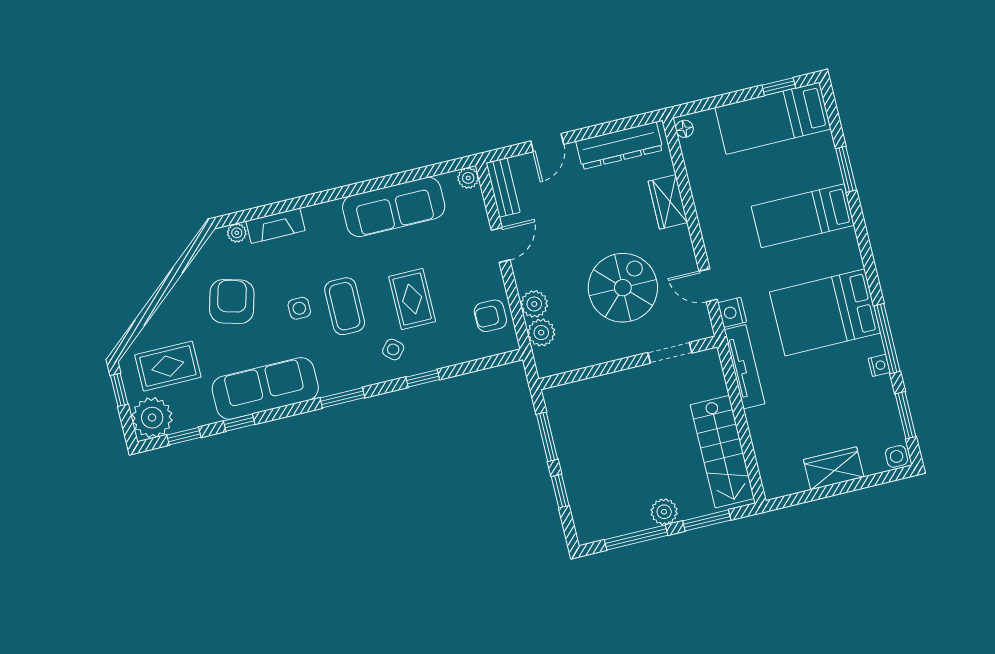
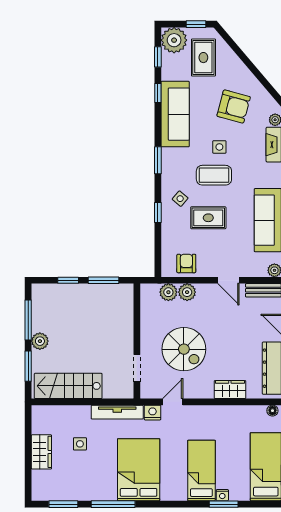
nightstand: (879, 365) -> (222, 495), moved
side table: (897, 456) -> (80, 444), moved

